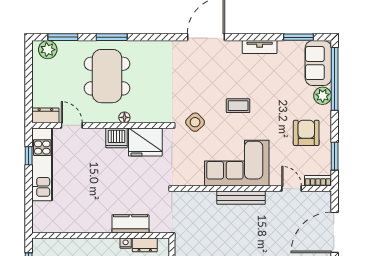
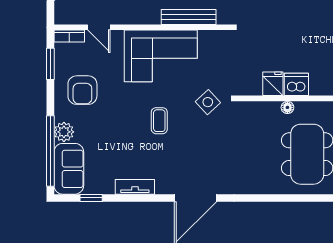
window: (112, 37) -> (302, 198), removed
window: (298, 37) -> (91, 198), width x0.67
coffee table: (238, 106) -> (159, 121), turned 90
fridge: (145, 142) -> (273, 84), width x0.53, depth x0.75
bench: (241, 198) -> (189, 17), moved

